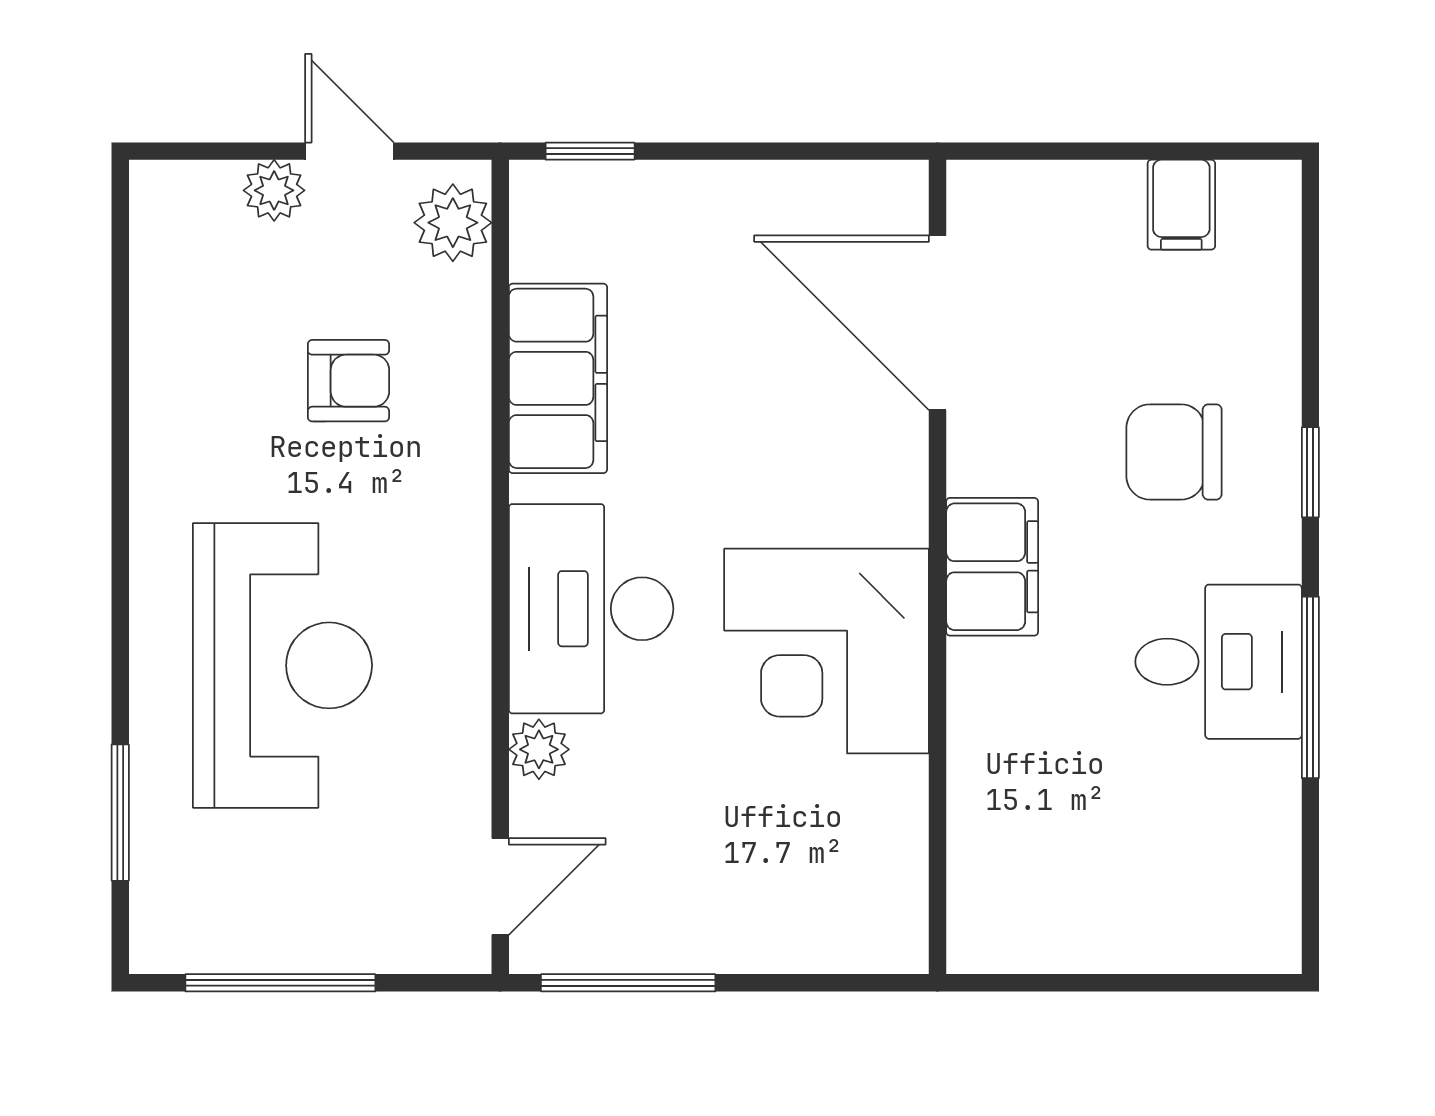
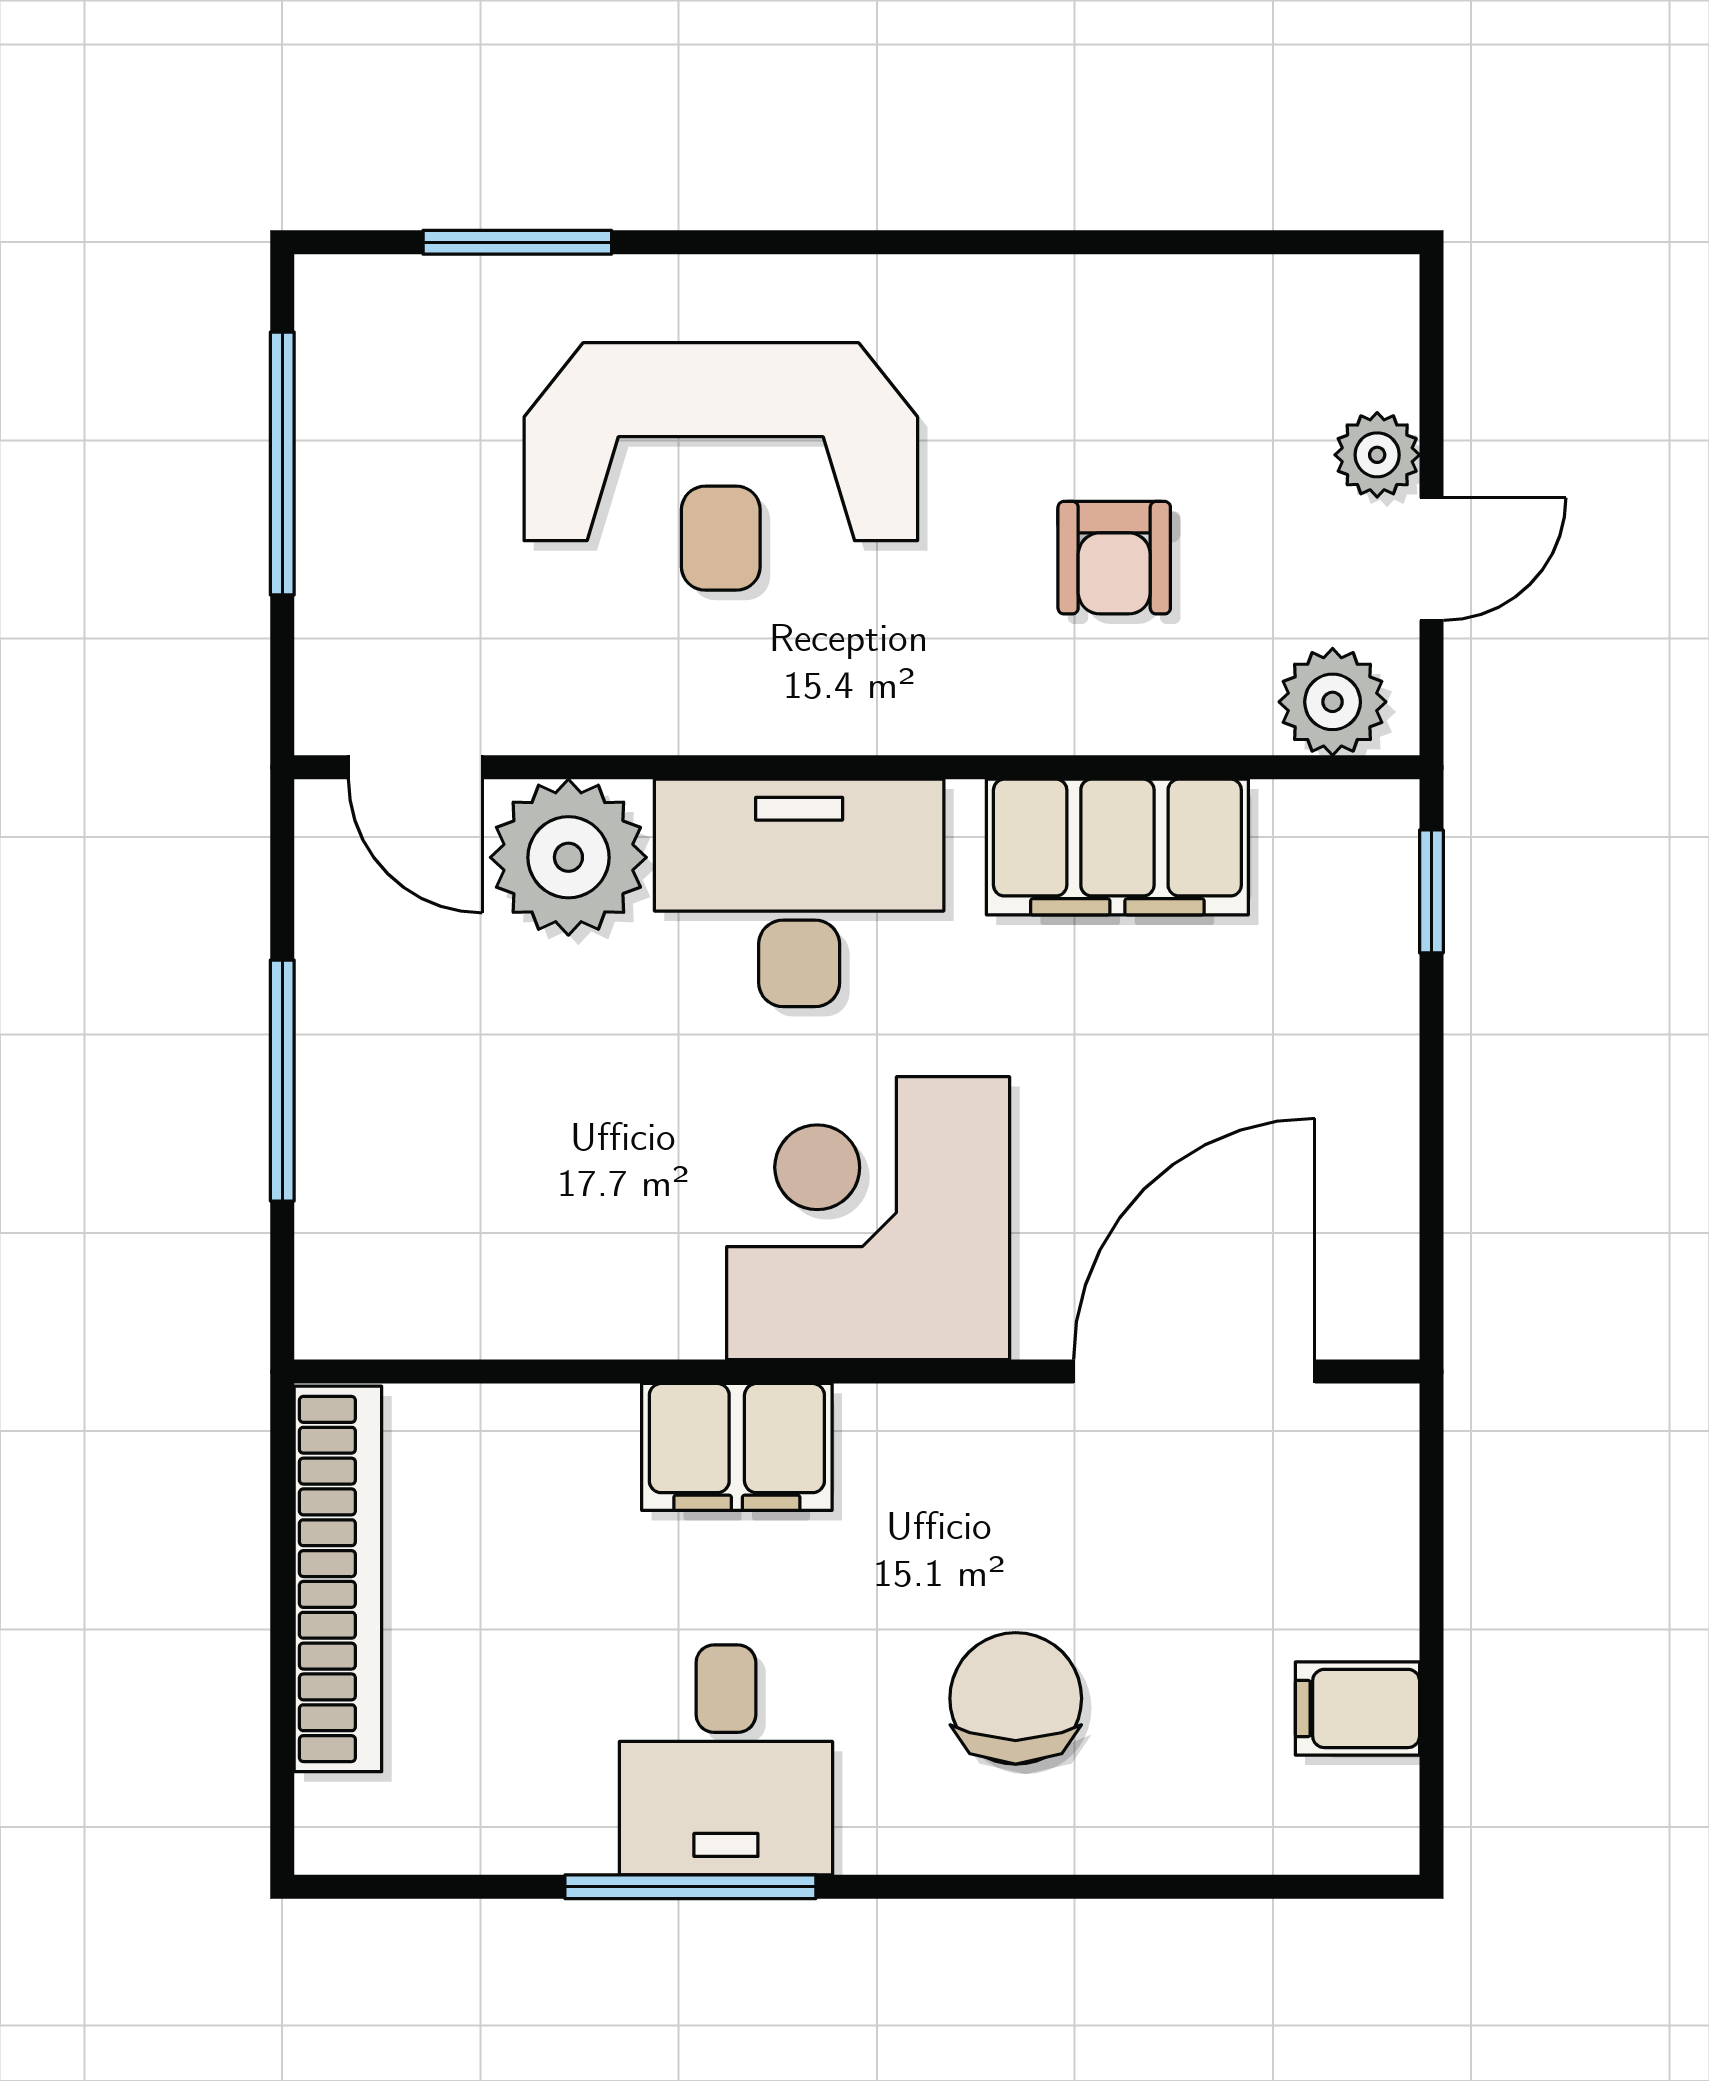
window: (1310, 472) -> (988, 1887), removed
filing cabinet: (992, 567) -> (737, 1447), moved
corner desk: (827, 651) -> (868, 1218), moved
plant: (539, 749) -> (568, 857), width x1.88, depth x1.88
bookcase: (1088, 943) -> (338, 1579), added
window: (628, 983) -> (282, 1081), moved

